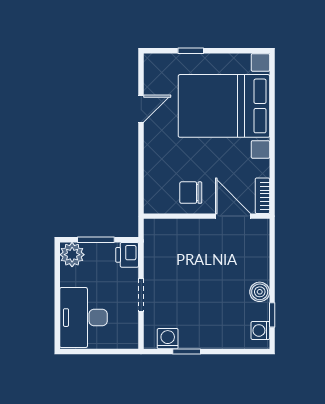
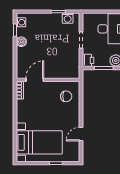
bed with nightstands: (224, 106) -> (39, 142), width x0.73
chair: (191, 193) -> (66, 96), moved
door: (233, 216) -> (35, 80), swing flipped

